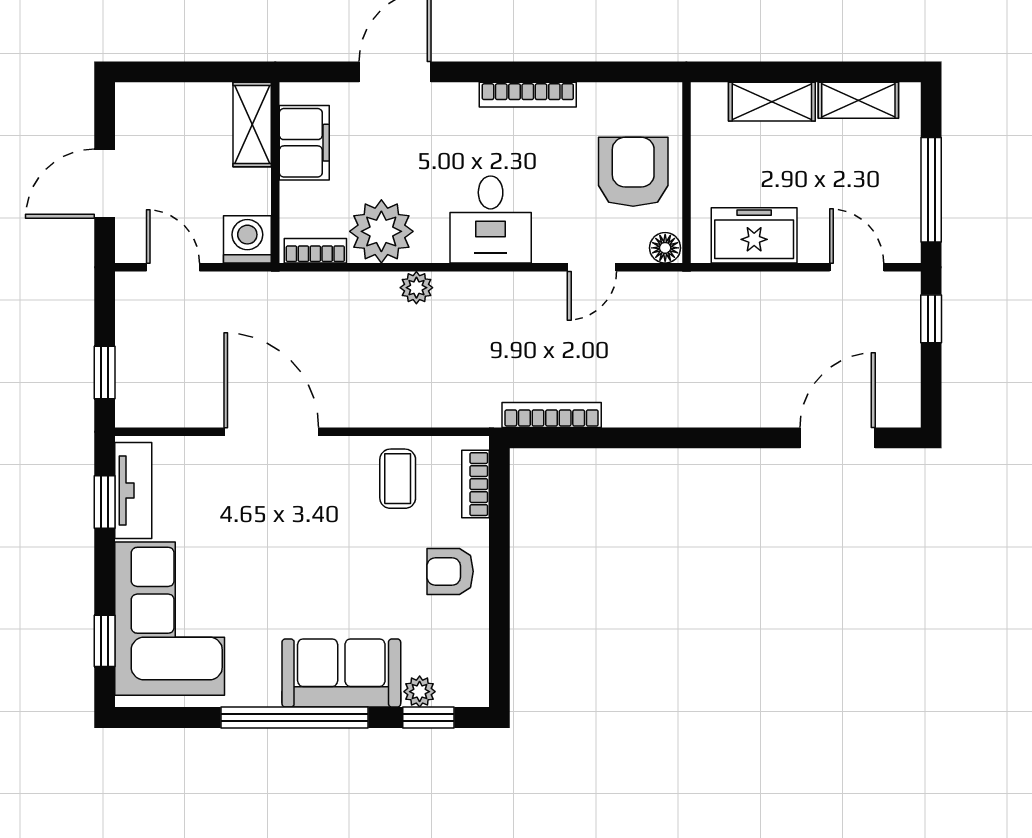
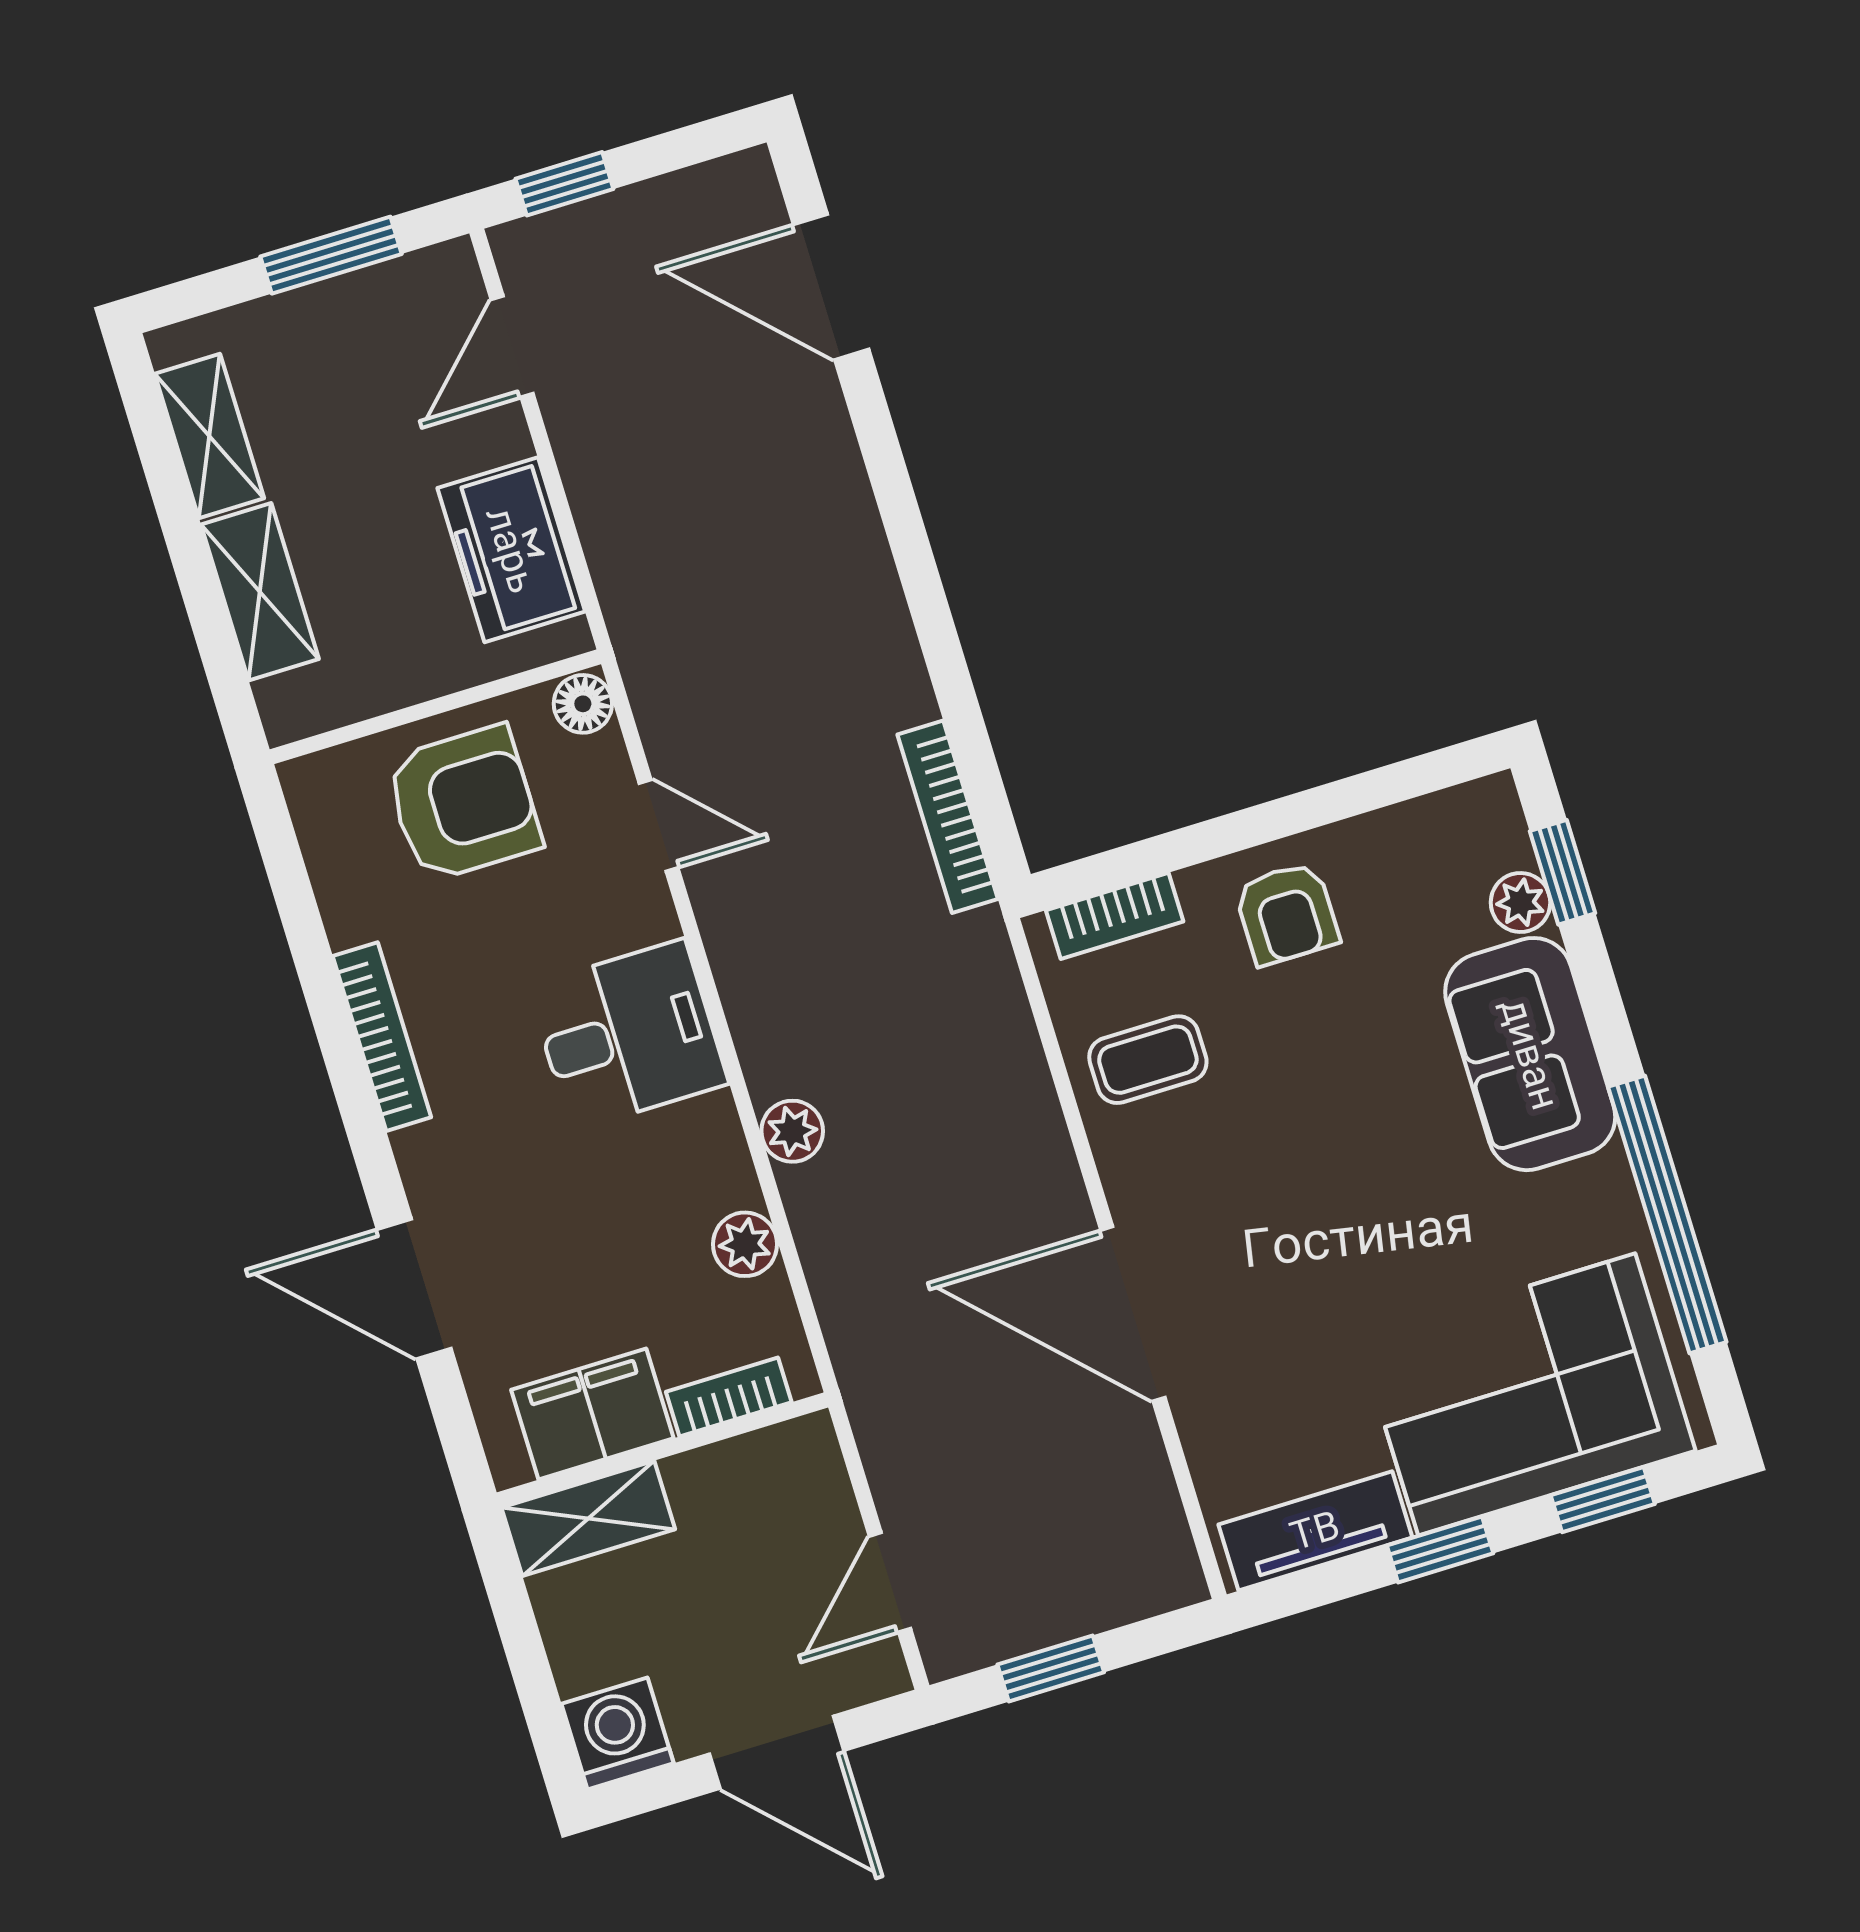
armchair: (633, 172) -> (463, 804), turned 180
window: (931, 190) -> (331, 255), width x0.69
plant: (381, 231) -> (745, 1244), width x0.53, depth x0.53
washing machine: (247, 239) -> (618, 1734), moved, turned 90
bookcase: (315, 251) -> (729, 1397), moved, turned 90
window: (105, 373) -> (1051, 1668), moved
door: (271, 432) -> (1133, 1314), hinge flipped
window: (105, 502) -> (1440, 1549), moved
window: (294, 718) -> (1667, 1214), moved

